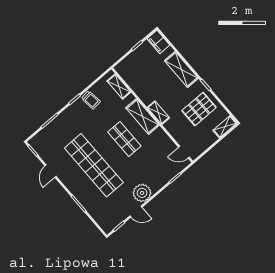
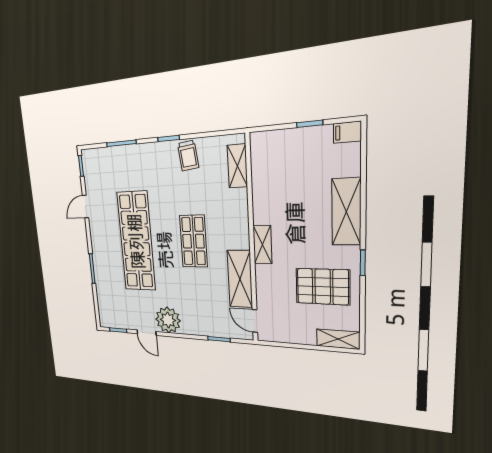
filing cabinet: (158, 42) -> (347, 132), width x0.50
shelving: (142, 116) -> (240, 279), moved

